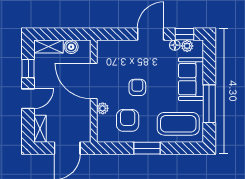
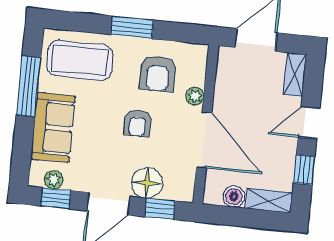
window: (118, 34) -> (160, 209), added
floor lamp: (175, 45) -> (147, 183), moved, width x1.89, depth x1.89

